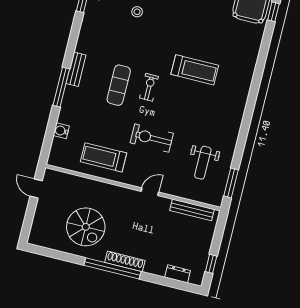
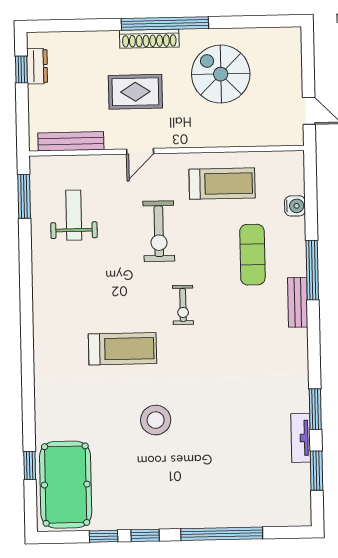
stool: (137, 12) -> (156, 420), moved, width x1.89, depth x1.89
treadmill: (195, 70) -> (123, 349), turned 180
exercise mat: (119, 85) -> (252, 255), moved
exercise bike: (152, 138) -> (159, 231), turned 90
rug: (143, 230) -> (135, 92), added
dresser: (178, 274) -> (37, 66), moved, turned -90

